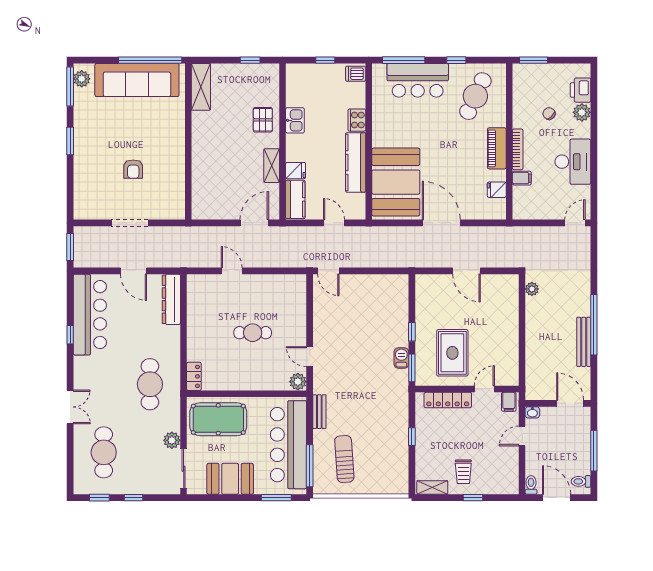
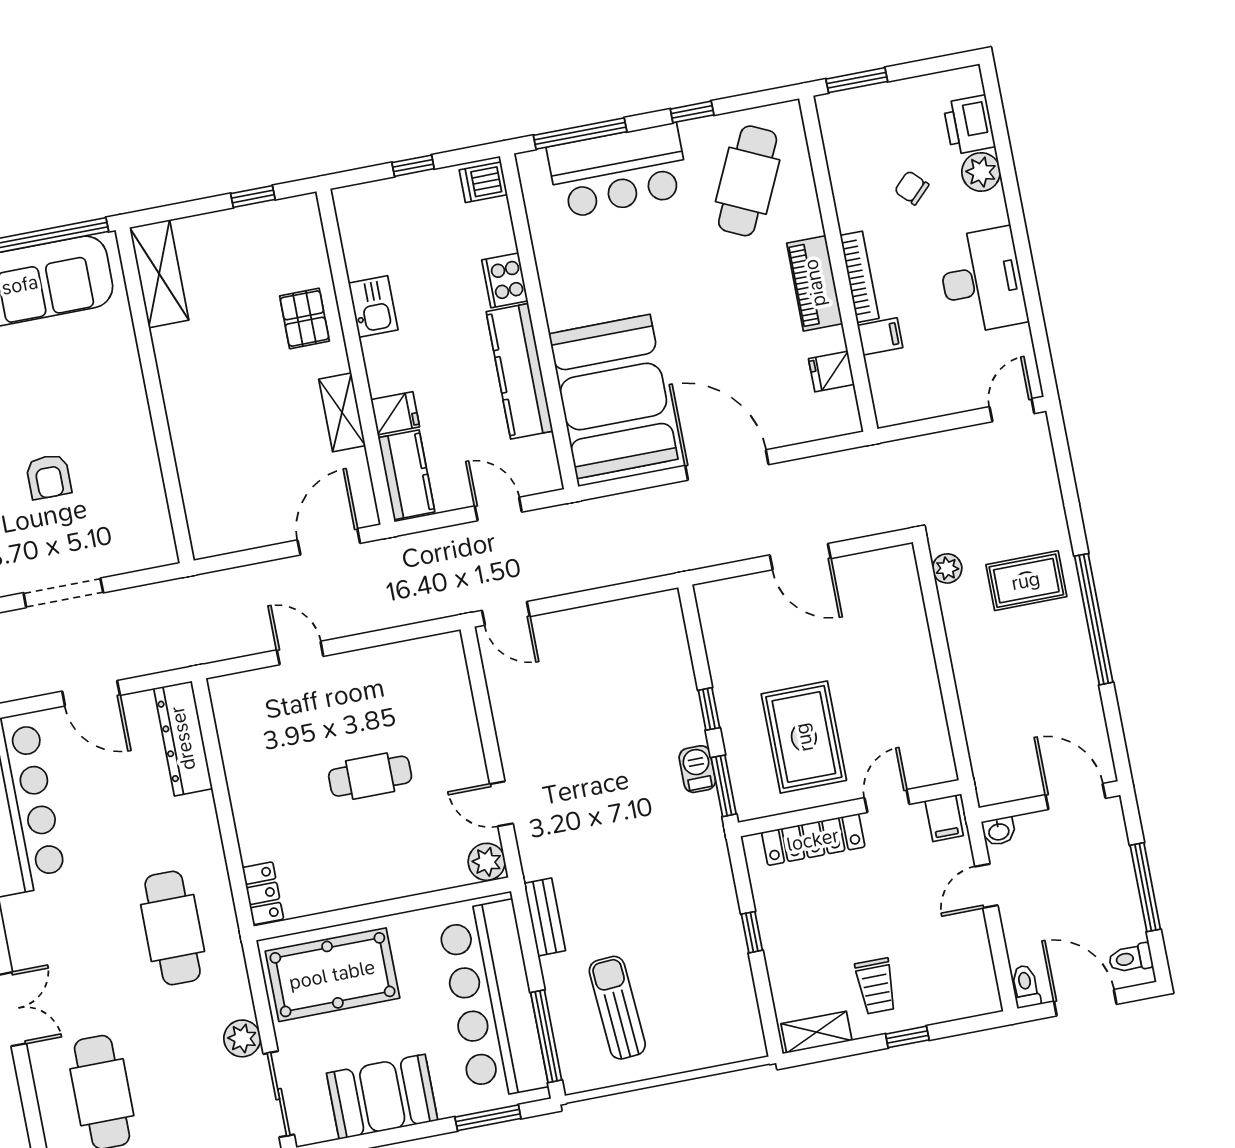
rug: (567, 301) -> (1026, 581), added
bench: (584, 342) -> (1079, 660), removed

